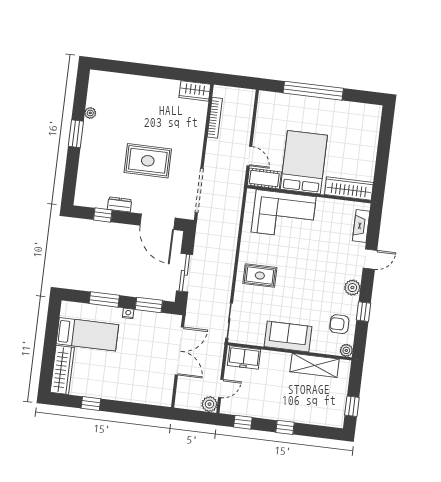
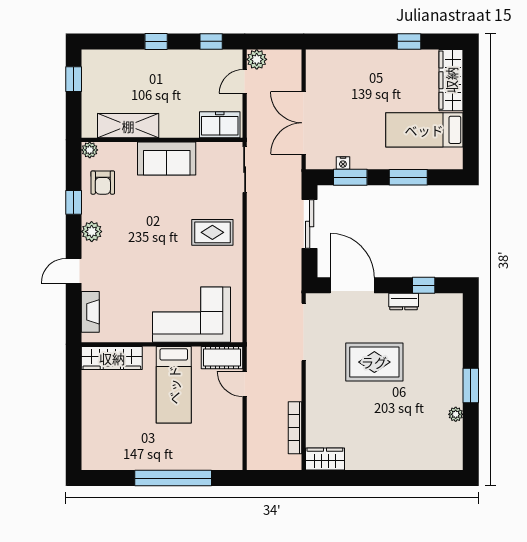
bed: (304, 162) -> (174, 385), width x0.67
nightstand: (128, 313) -> (343, 163), moved
armchair: (339, 324) -> (103, 183), turned 90

